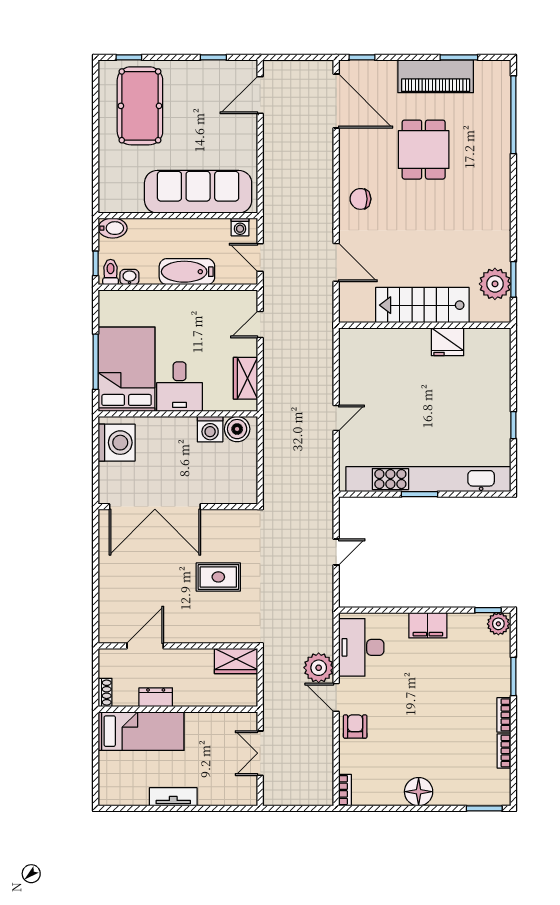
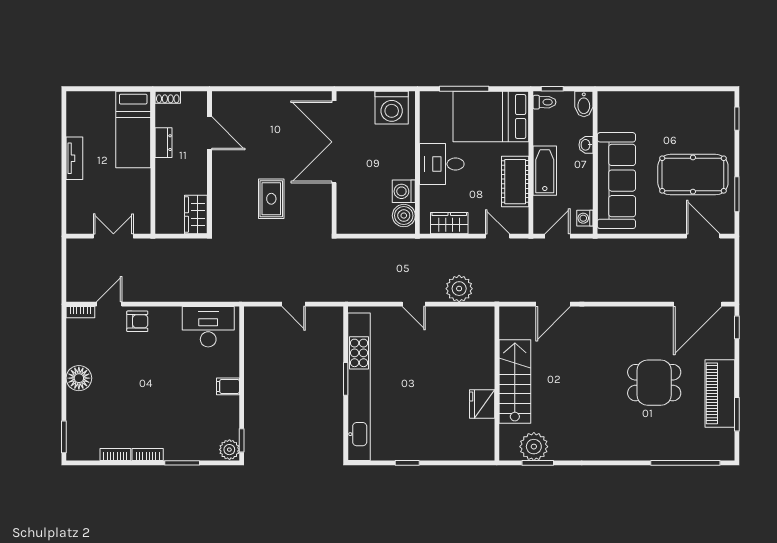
window: (213, 57) -> (737, 194), width x1.50
pool table: (140, 106) -> (693, 175), moved
chair: (360, 199) -> (610, 326), removed
washbasin: (129, 277) -> (586, 145), moved, turned 180
cot: (199, 305) -> (515, 182), added
bed: (127, 369) -> (491, 116), moved, turned 180
filing cabinet: (428, 625) -> (228, 386), width x0.50
plant: (319, 668) -> (459, 289), moved
door: (336, 697) -> (109, 304), moved

